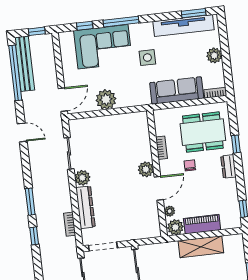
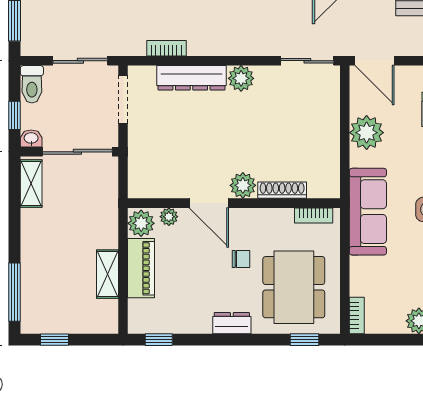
sofa: (177, 90) -> (368, 212), moved
window: (236, 144) -> (304, 340), moved
shoe rack: (146, 146) -> (282, 190), added
bookcase: (161, 148) -> (314, 215), moved
sliding door: (69, 153) -> (307, 61), moved
shelving: (201, 247) -> (107, 274), width x0.67, depth x0.75

